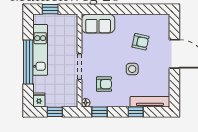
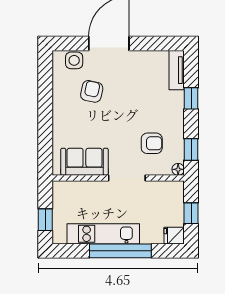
sofa: (98, 24) -> (84, 162), moved, turned -90
side table: (132, 69) -> (74, 60), moved
armchair: (104, 84) -> (152, 143), turned 90
tv unit: (150, 102) -> (177, 70), width x0.71

